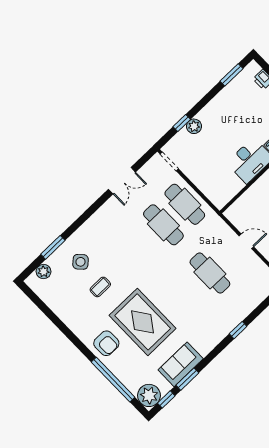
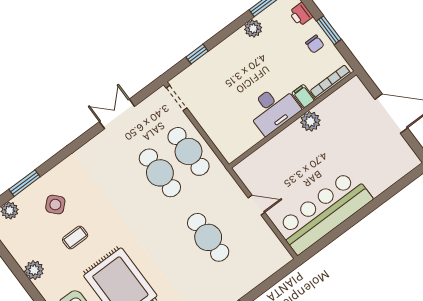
plant: (194, 126) -> (253, 28), moved
double door: (122, 181) -> (117, 114), swing flipped
plant: (70, 318) -> (34, 270), added

